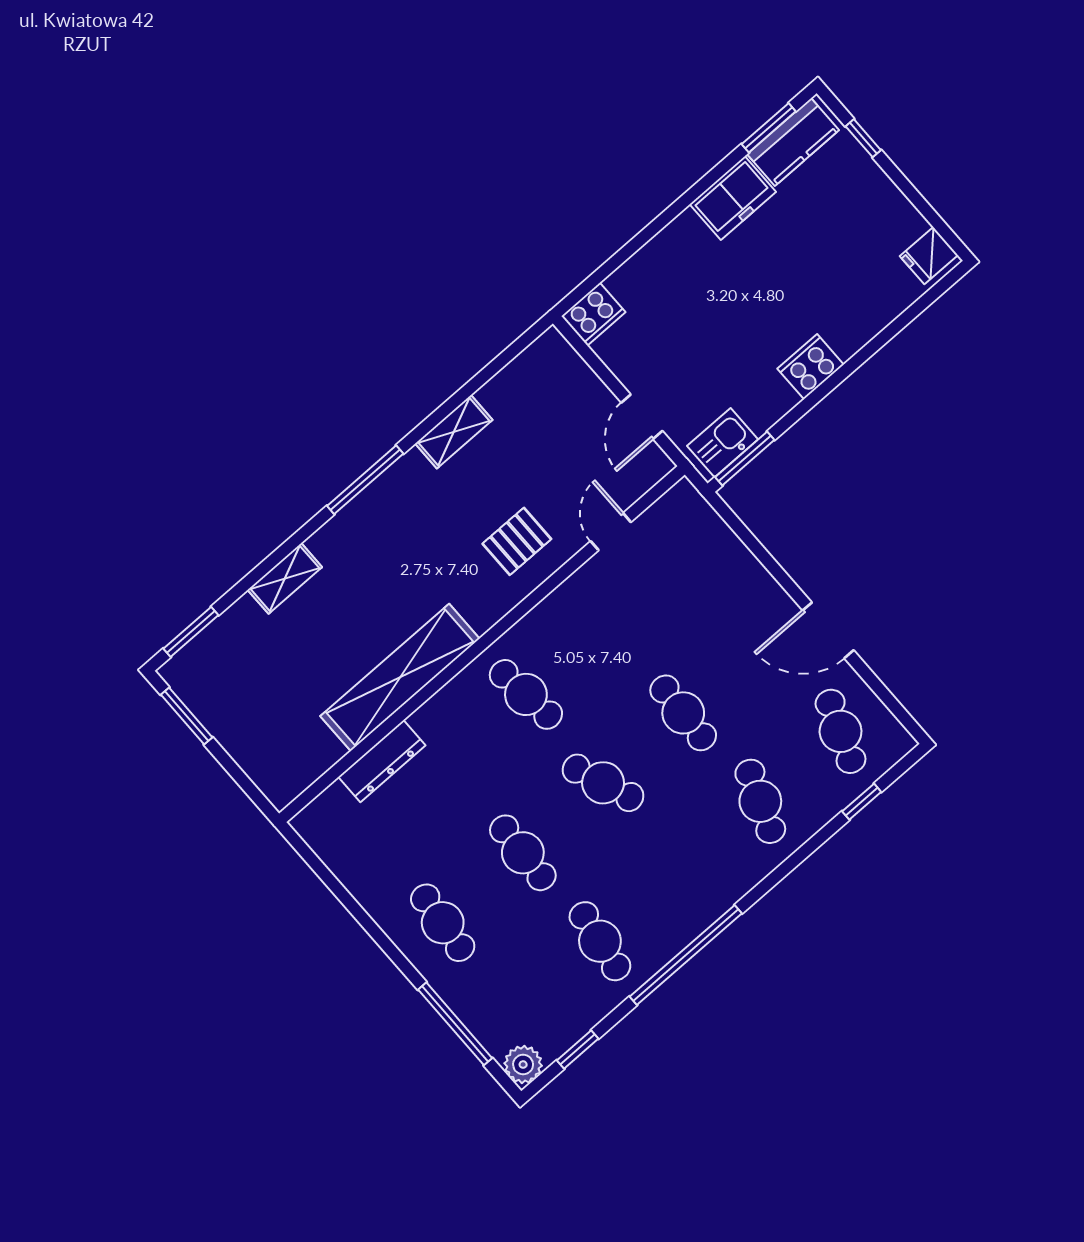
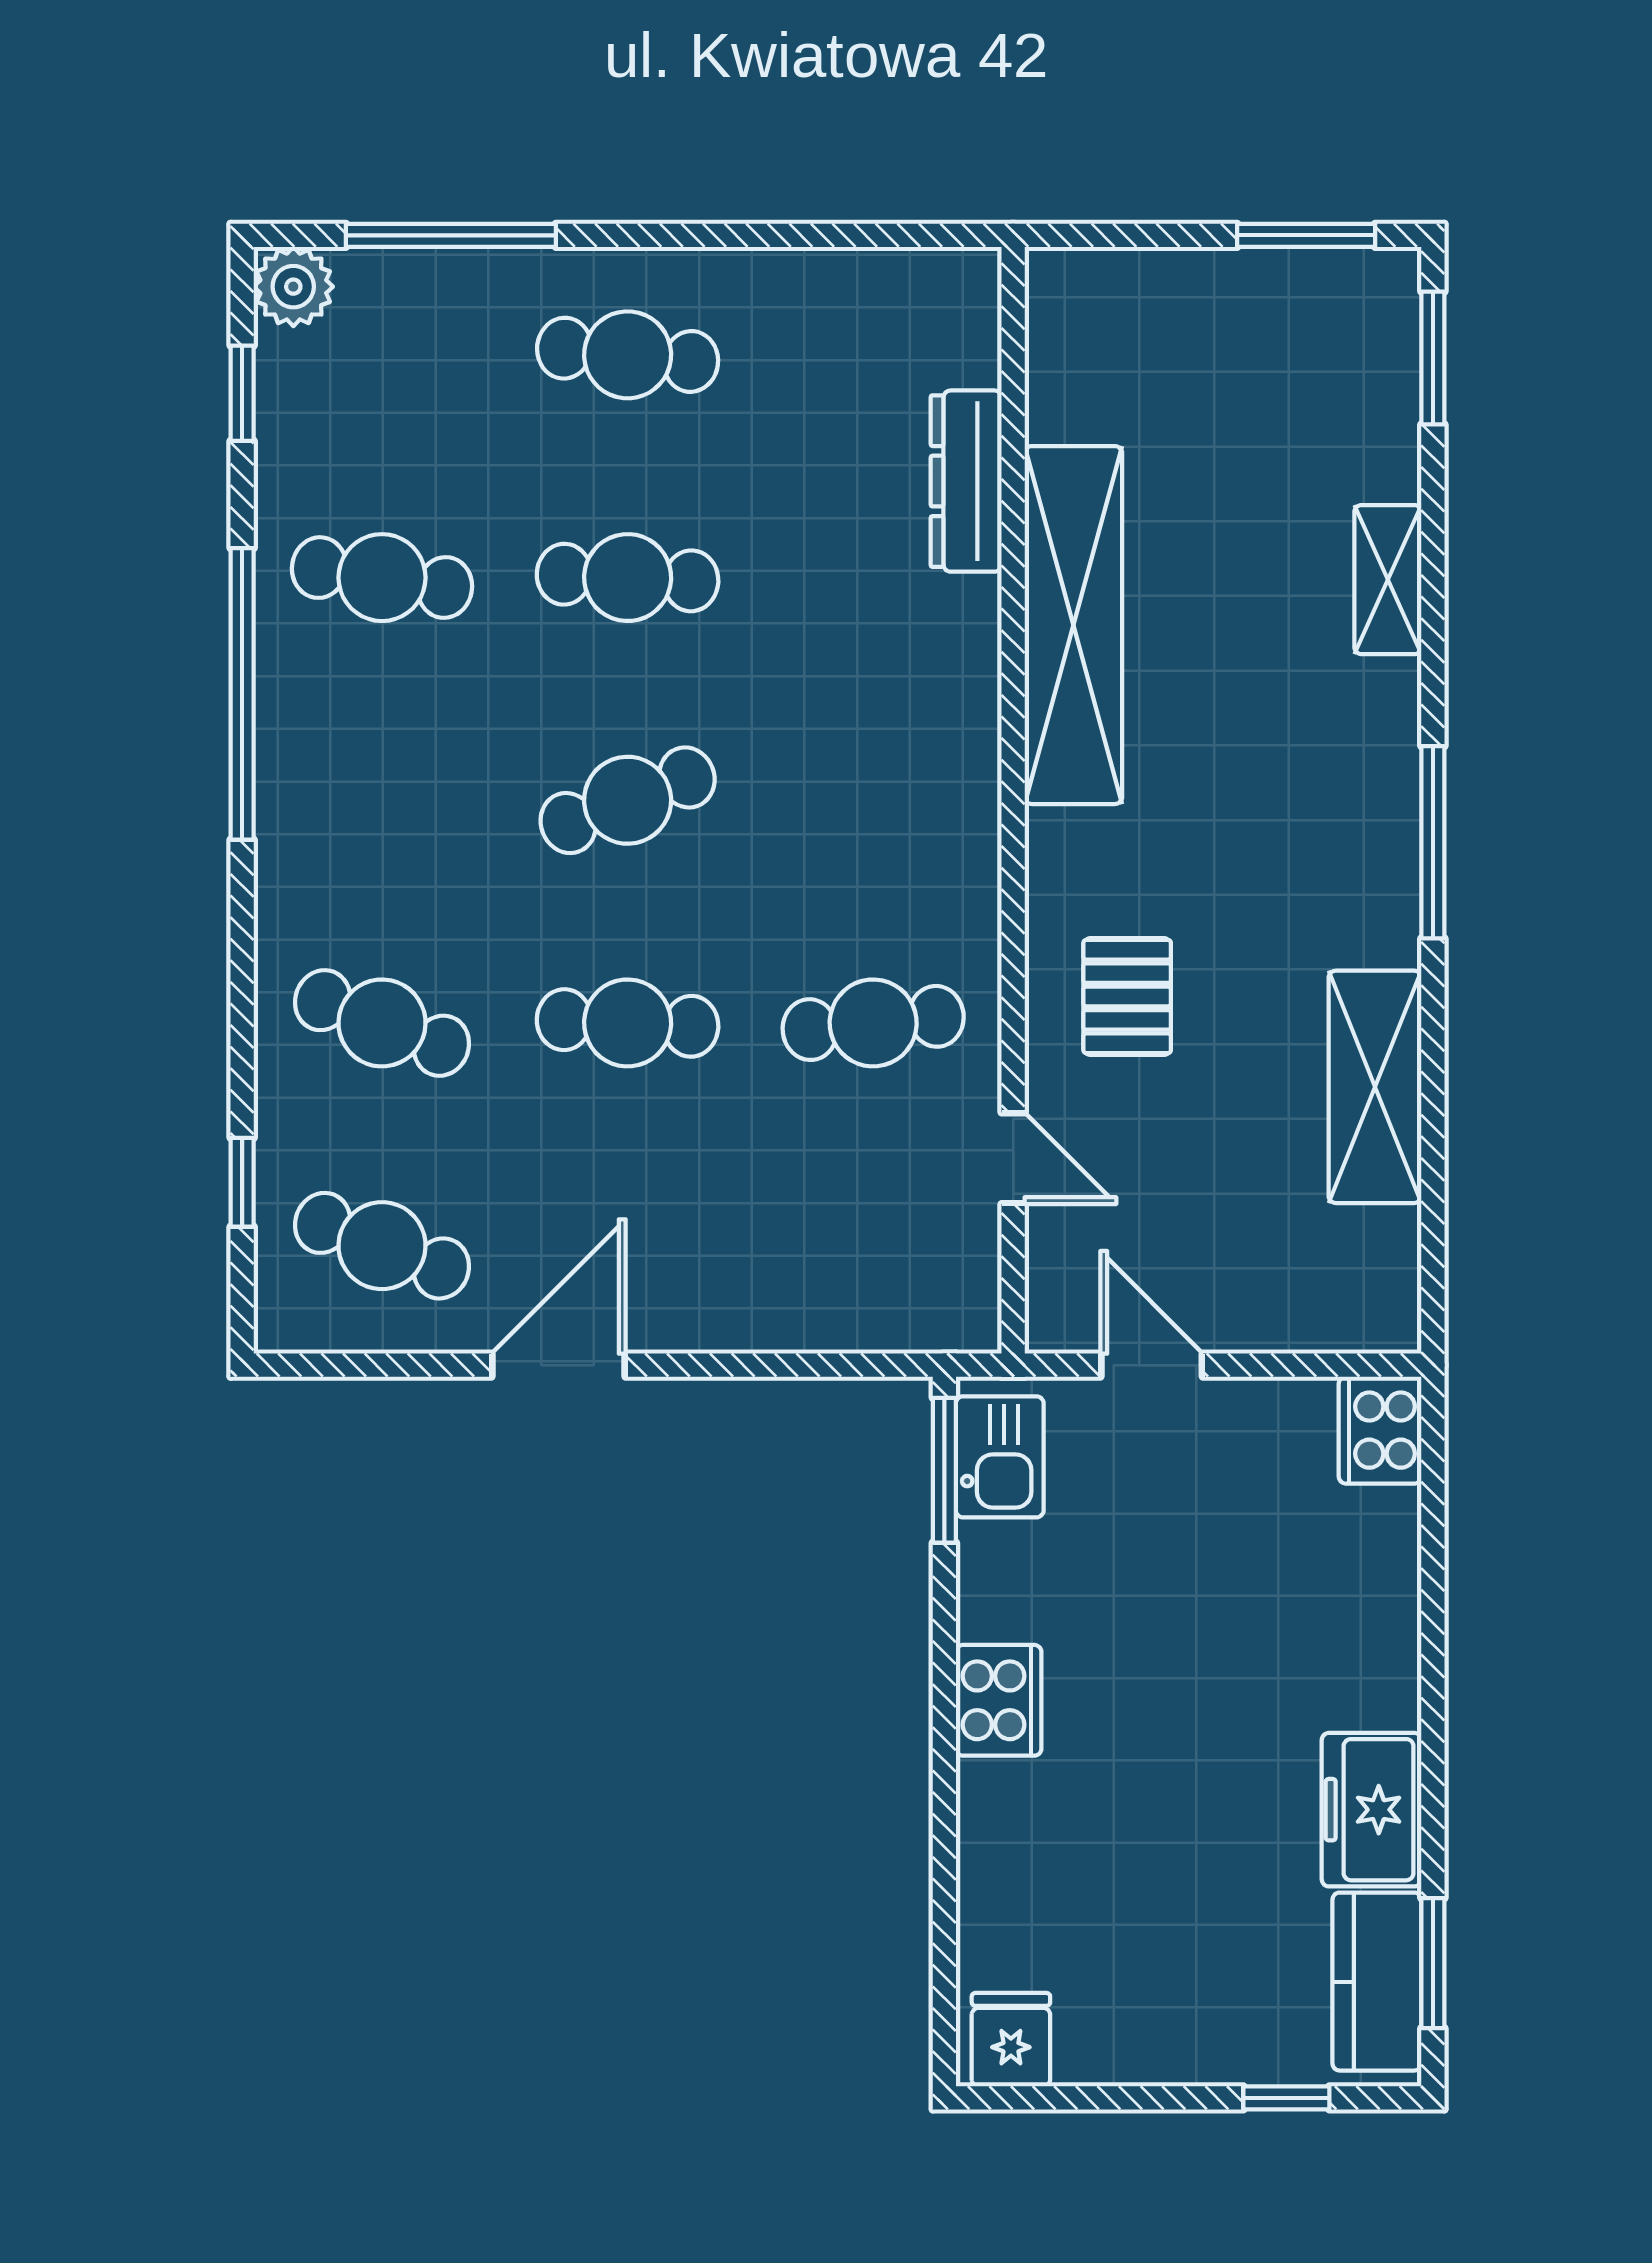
shelving: (454, 432) -> (1375, 1087), width x1.50, depth x1.33
cafe table: (526, 694) -> (873, 1023), moved

